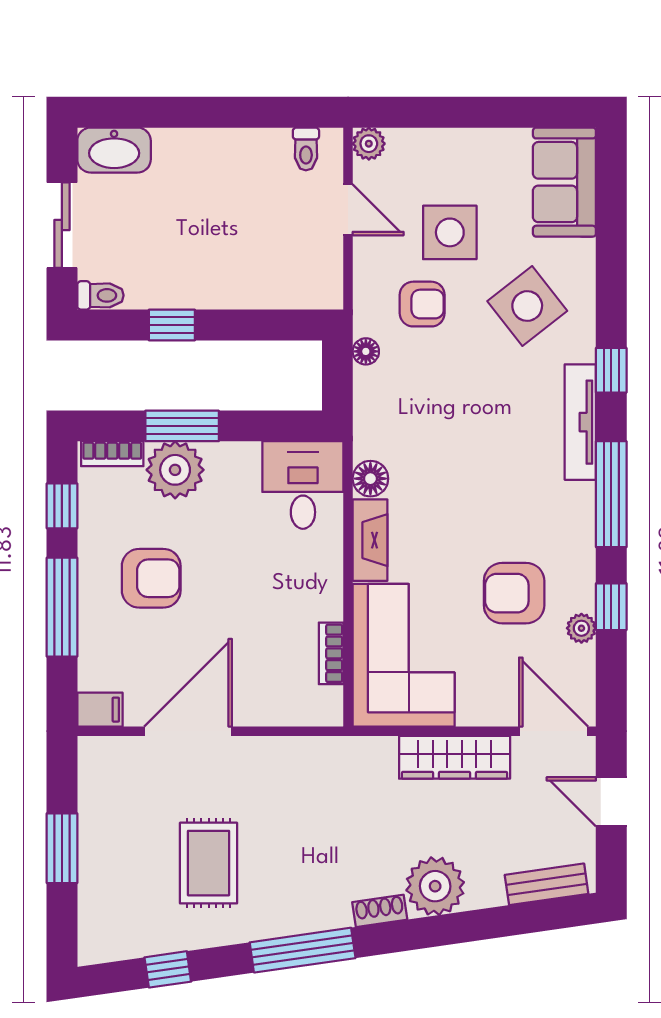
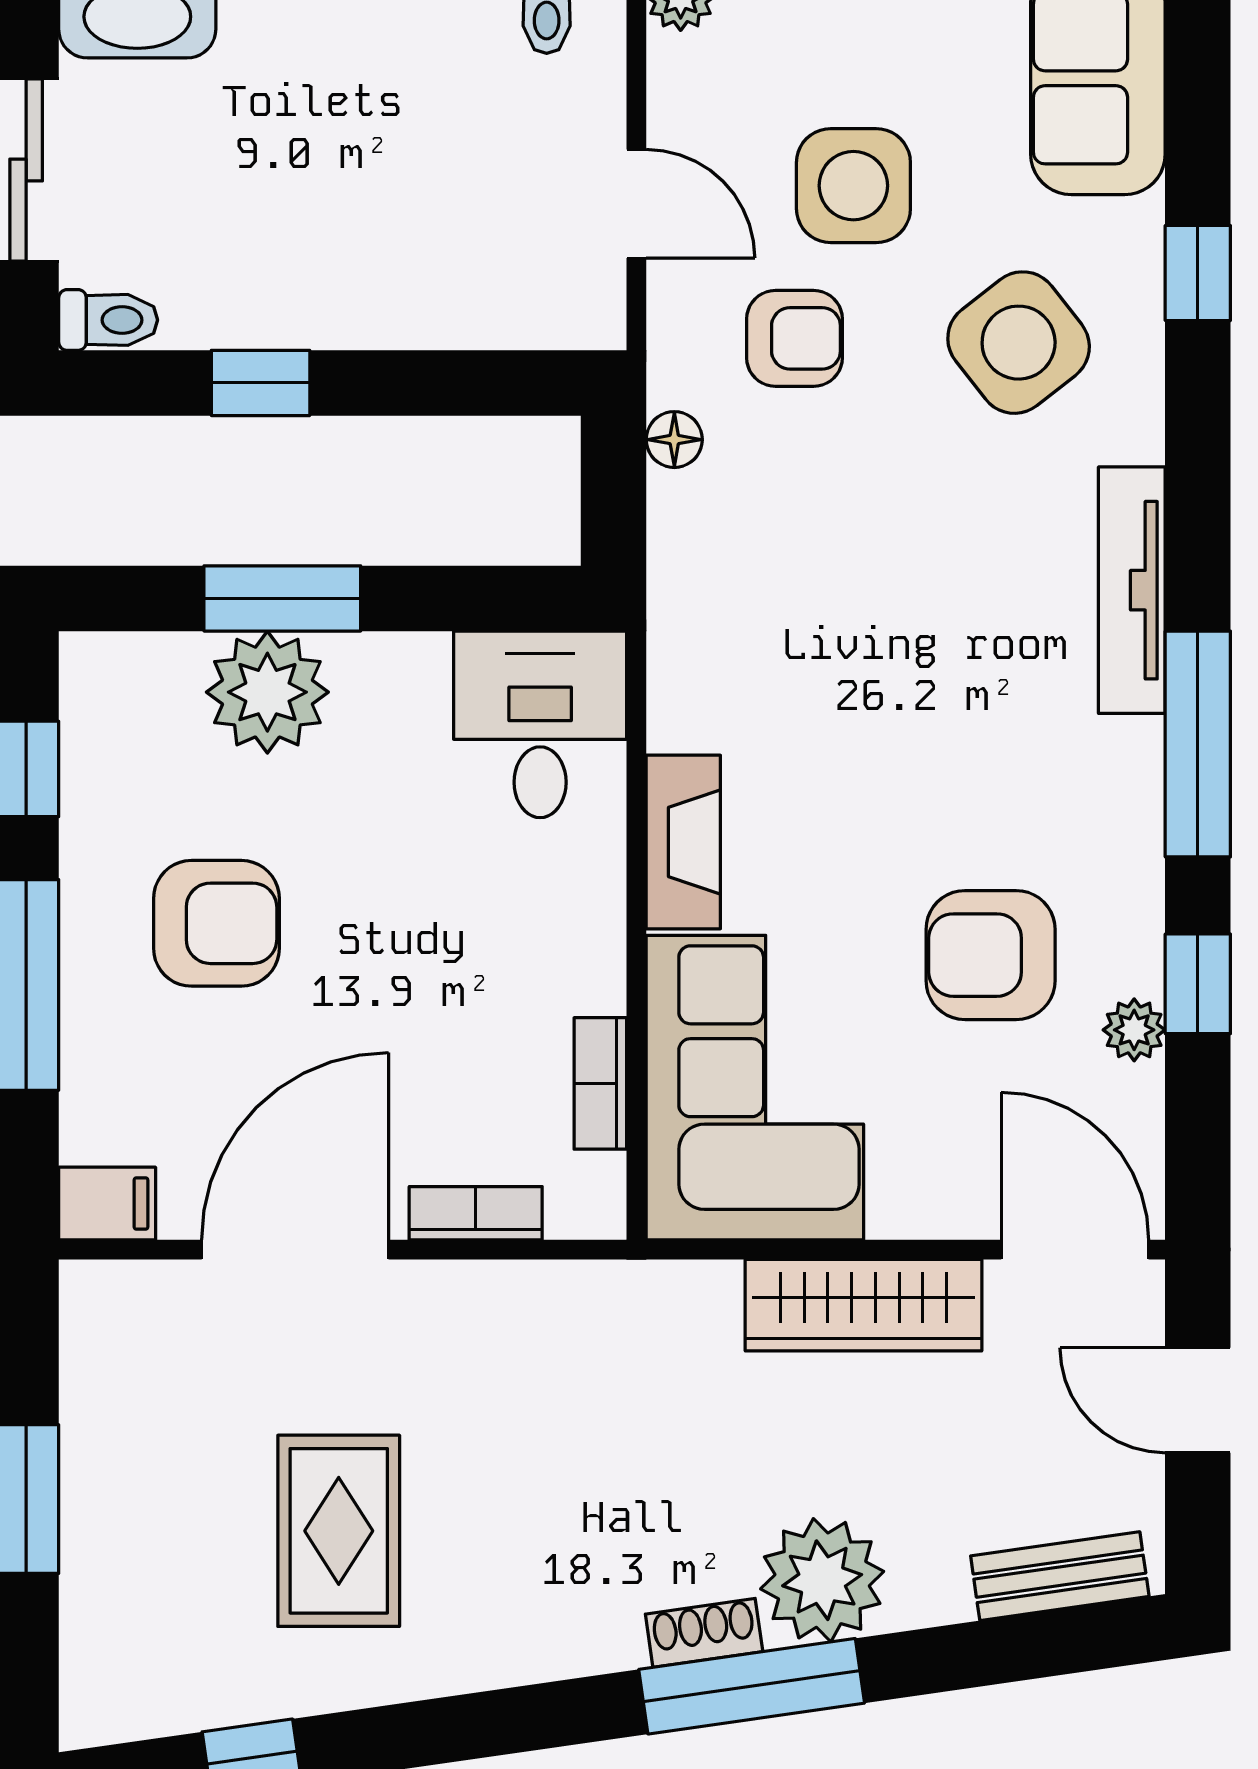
door: (348, 210) -> (636, 204), moved
window: (611, 370) -> (1198, 273), moved
bookcase: (112, 454) -> (476, 1213), moved, turned 180
floor lamp: (370, 479) -> (684, 711), removed
window: (303, 950) -> (752, 1686), moved

